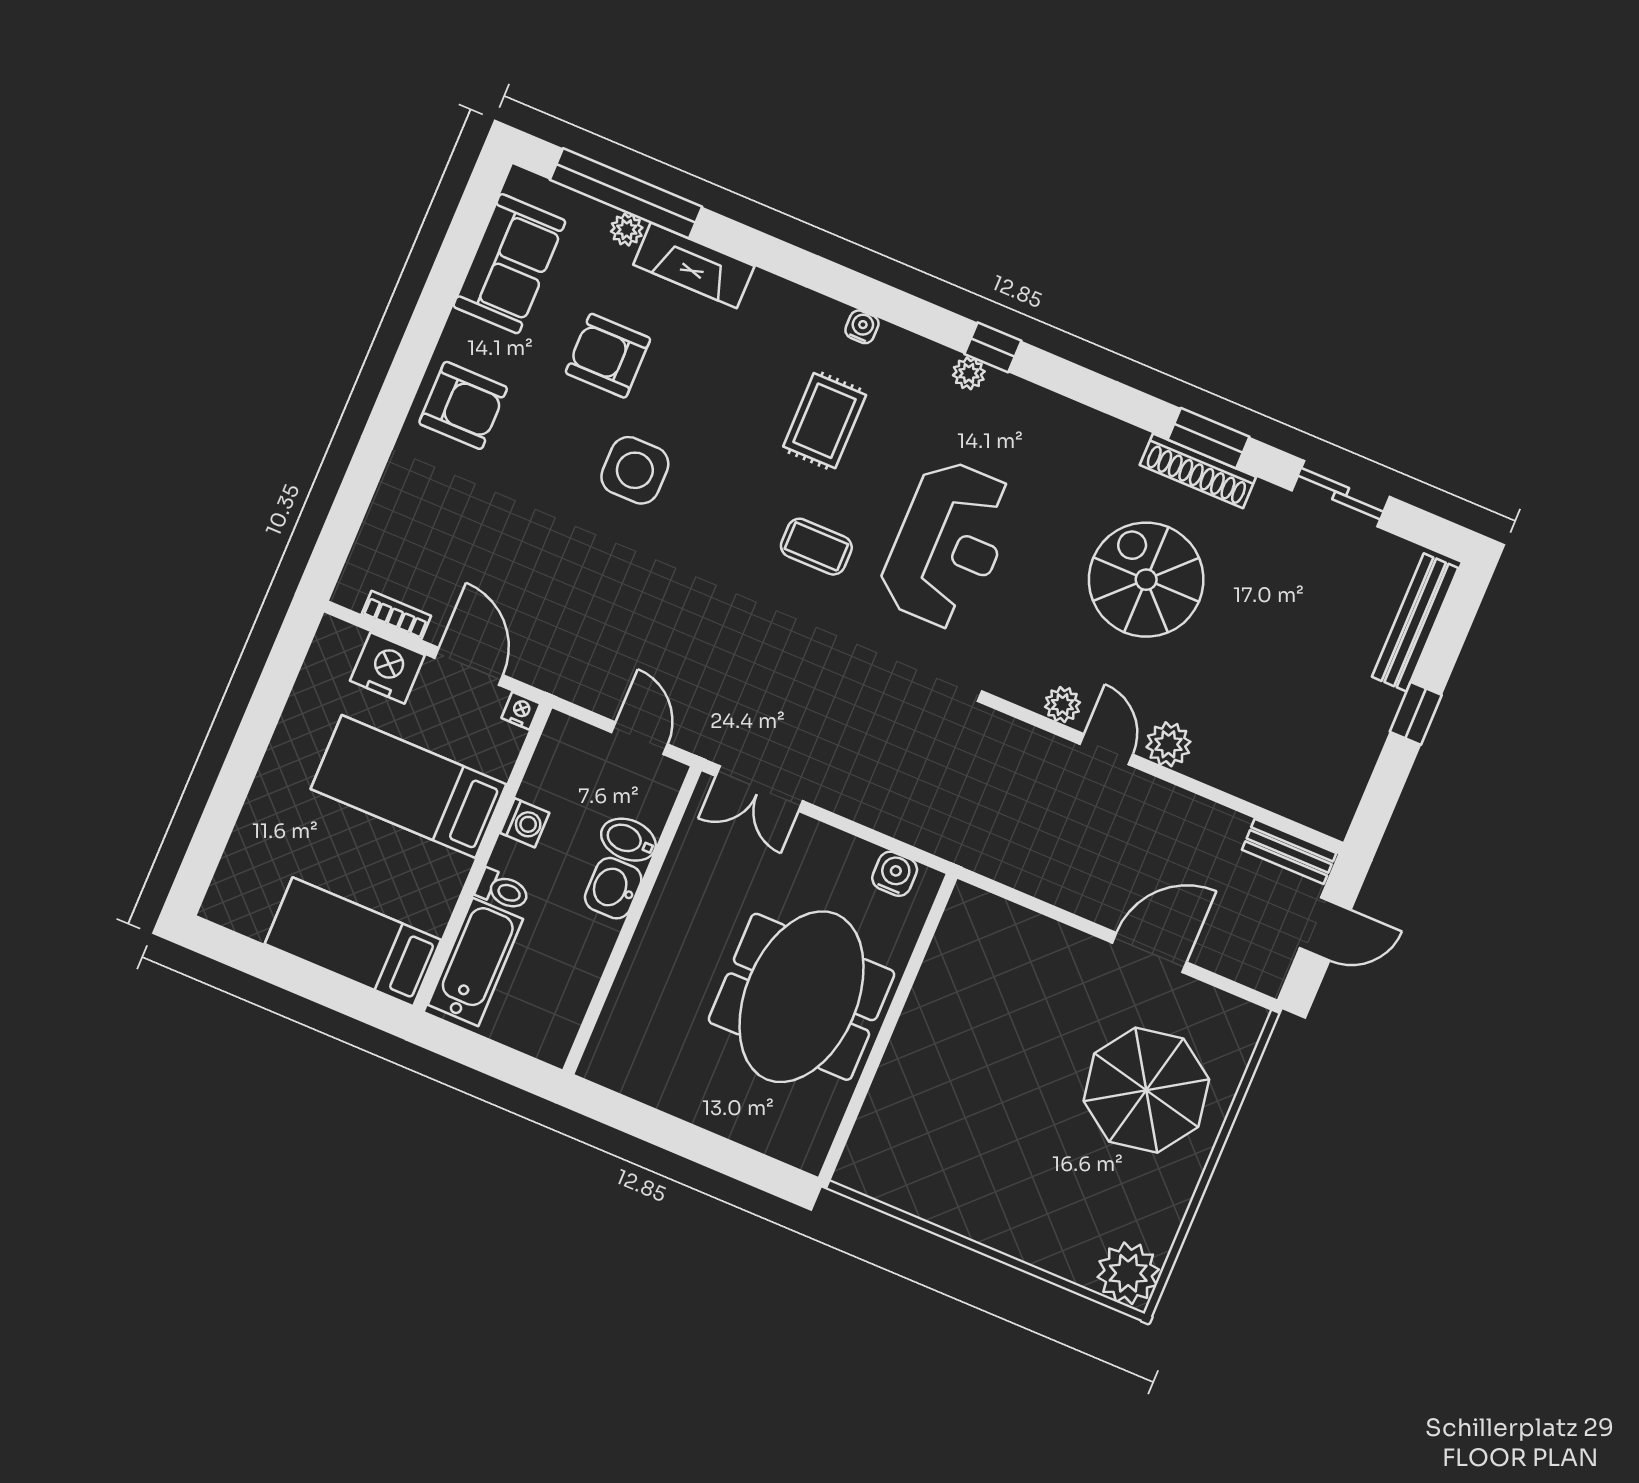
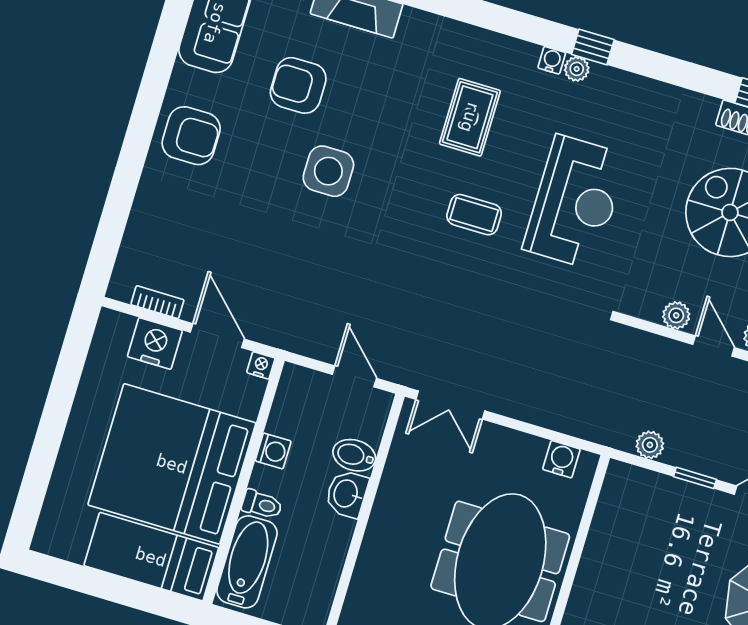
water cooler: (862, 327) -> (552, 60), moved
bed: (409, 787) -> (172, 464), width x2.04
plant: (1010, 868) -> (650, 445), added
window: (1064, 917) -> (695, 478), added

